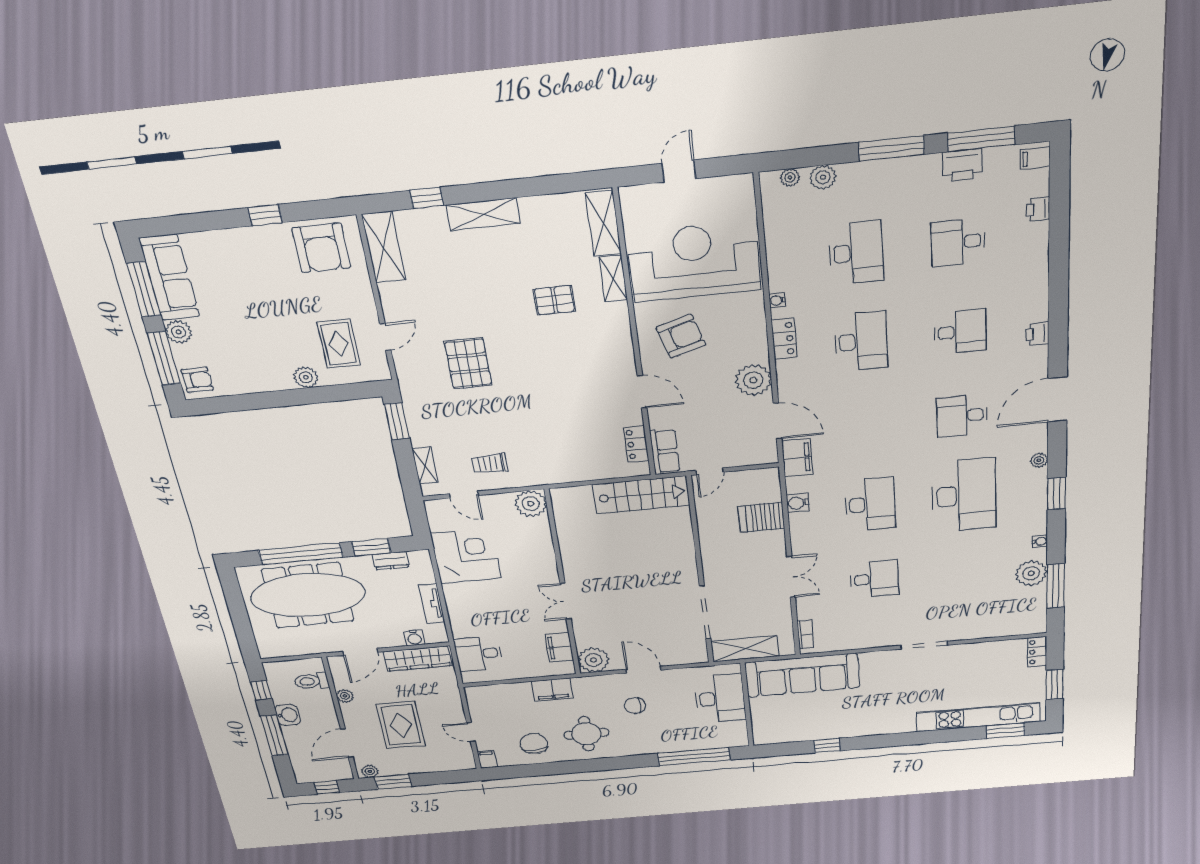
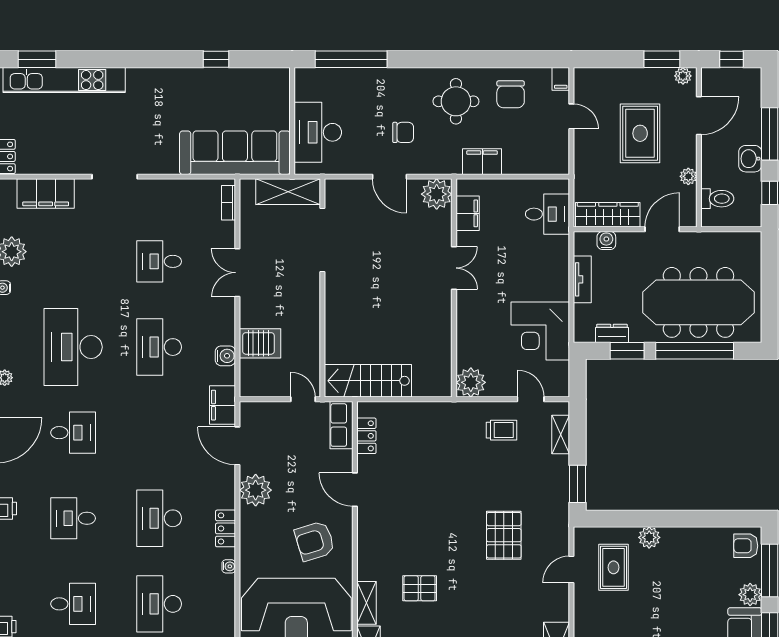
door: (710, 471) -> (303, 399), hinge flipped
filing cabinet: (996, 625) -> (46, 193), added

